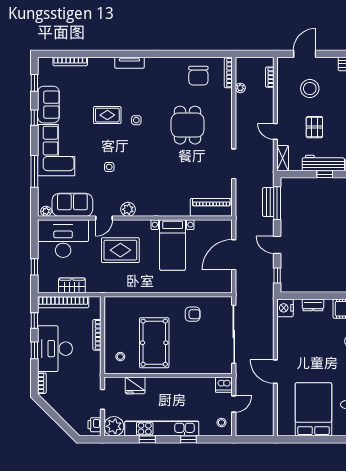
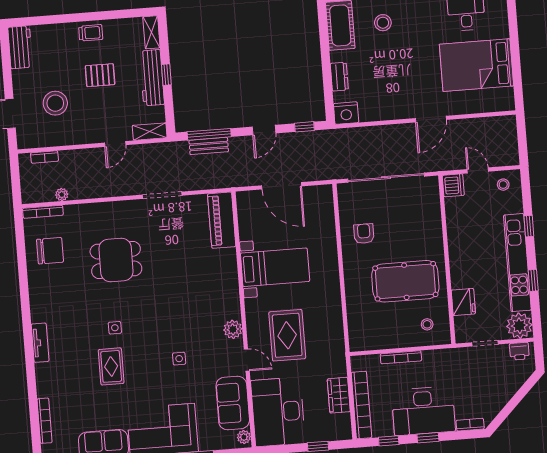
pallet: (314, 127) -> (100, 75), moved

